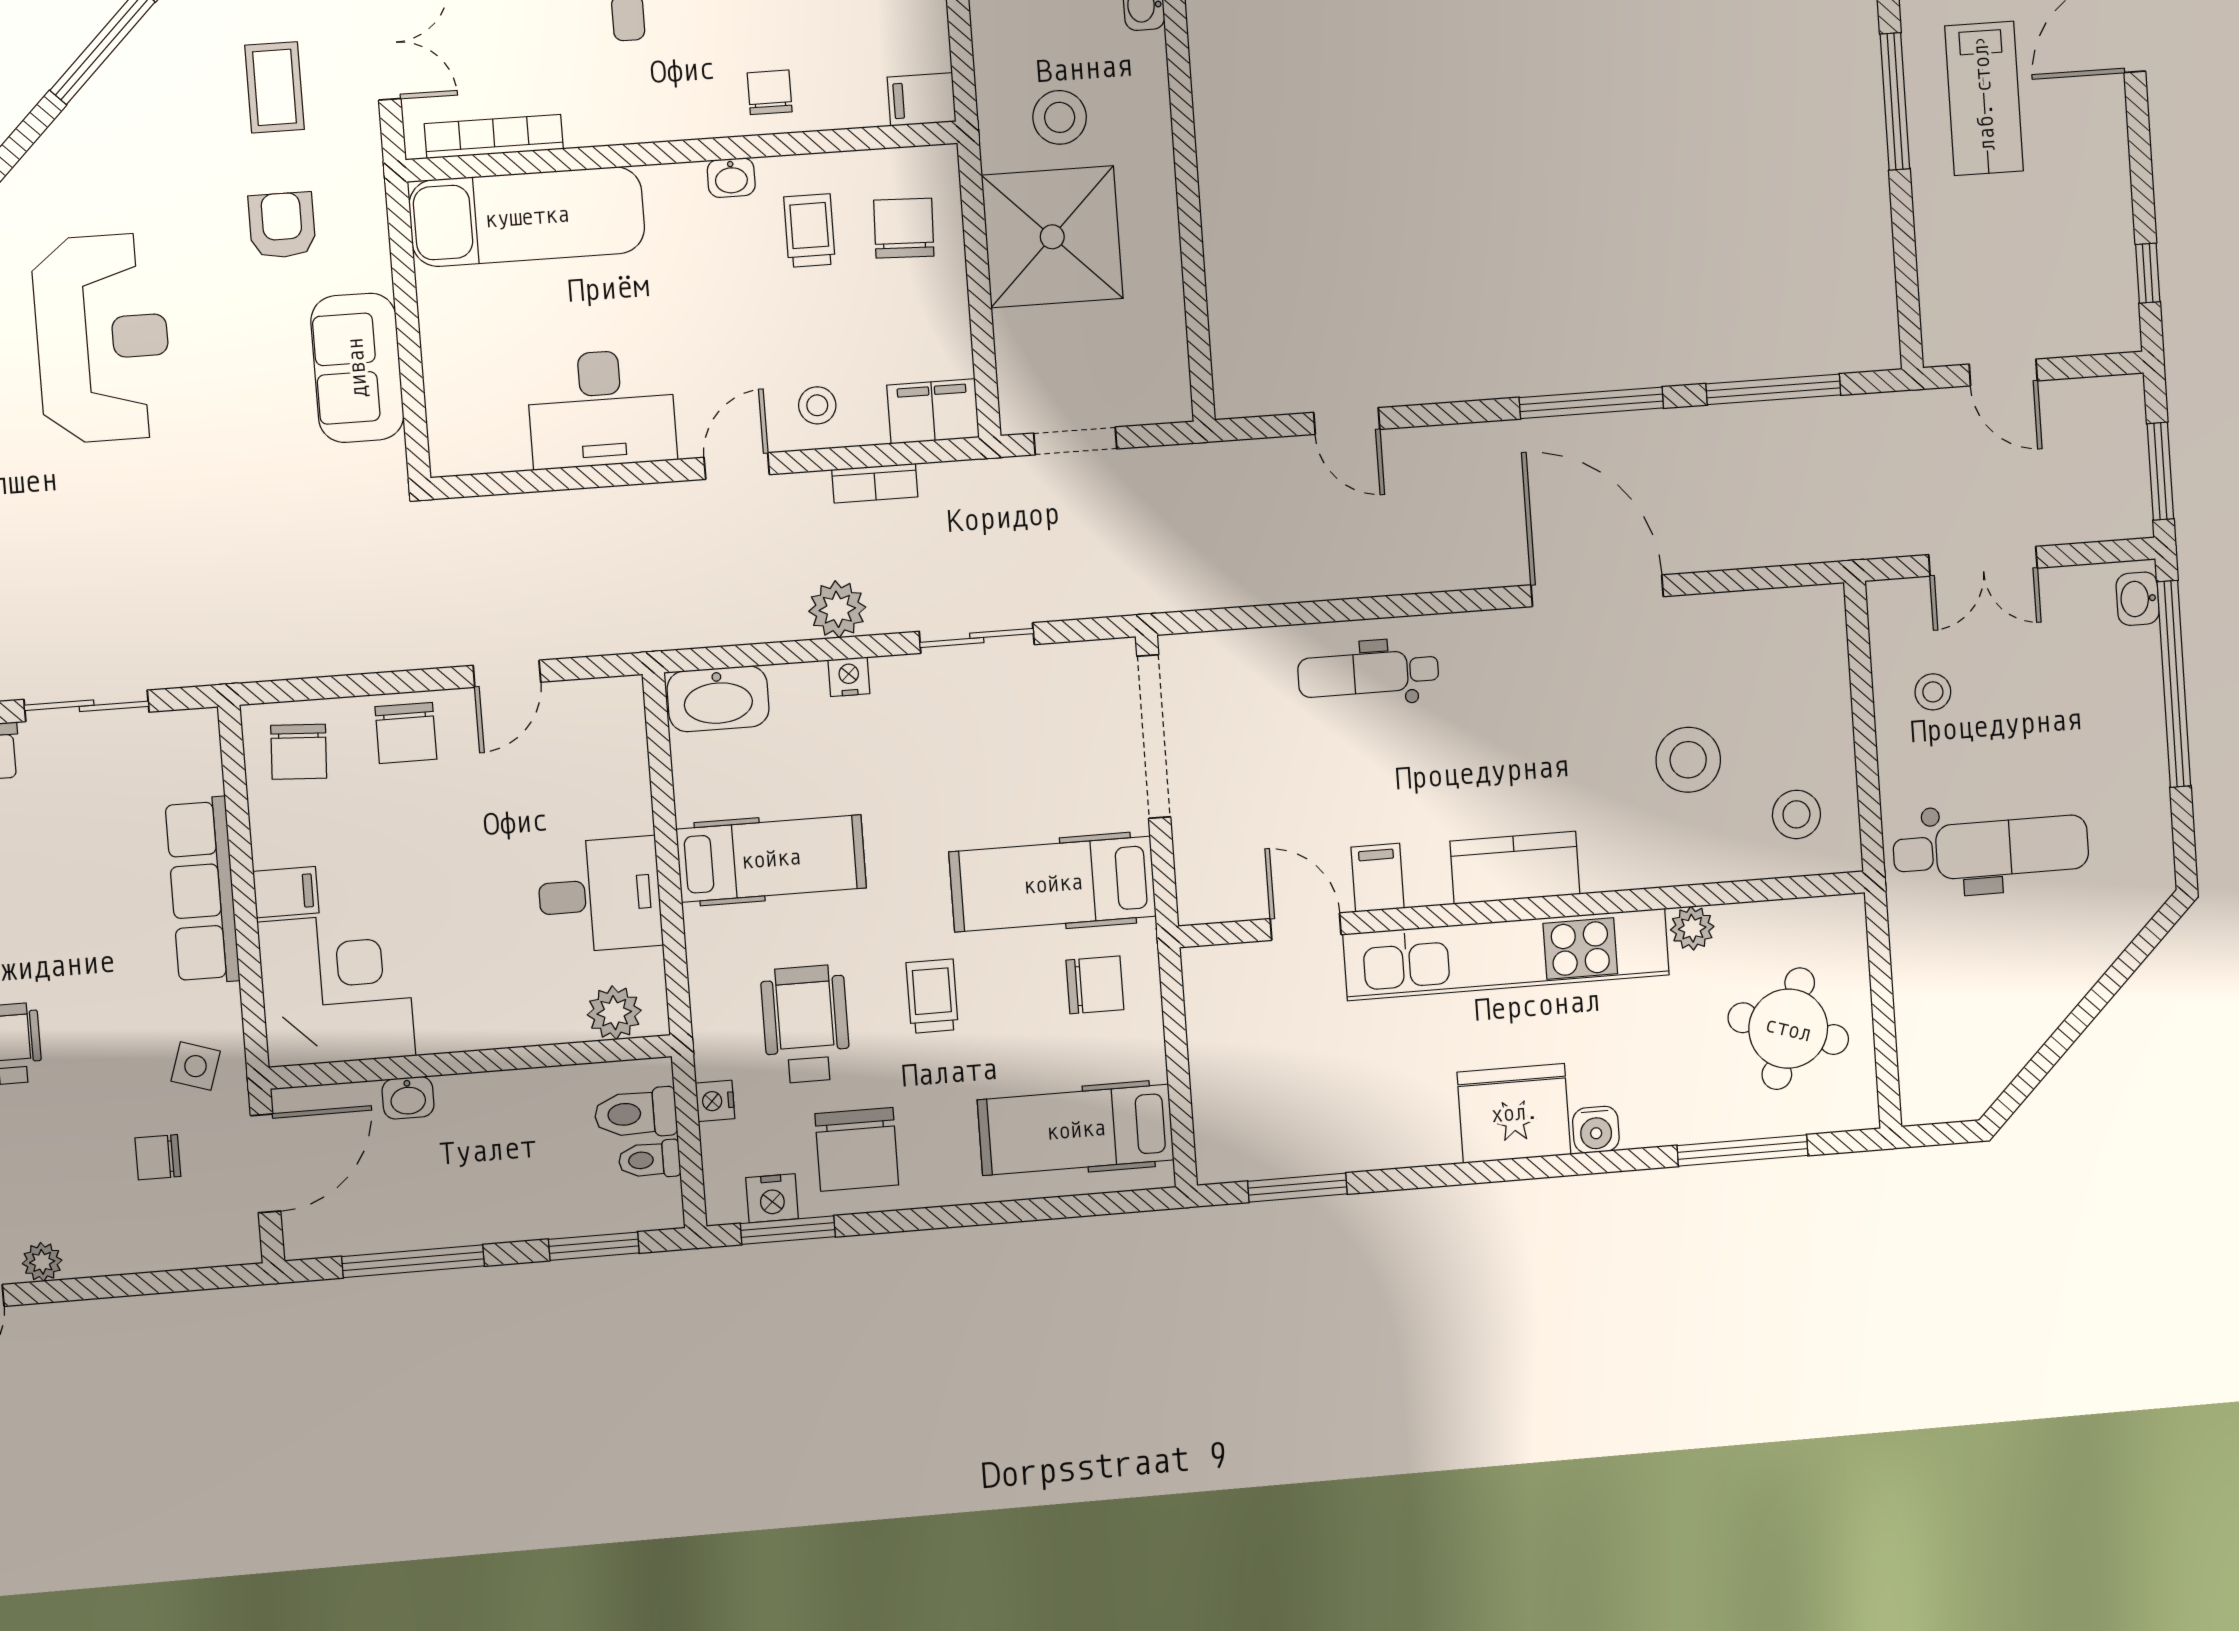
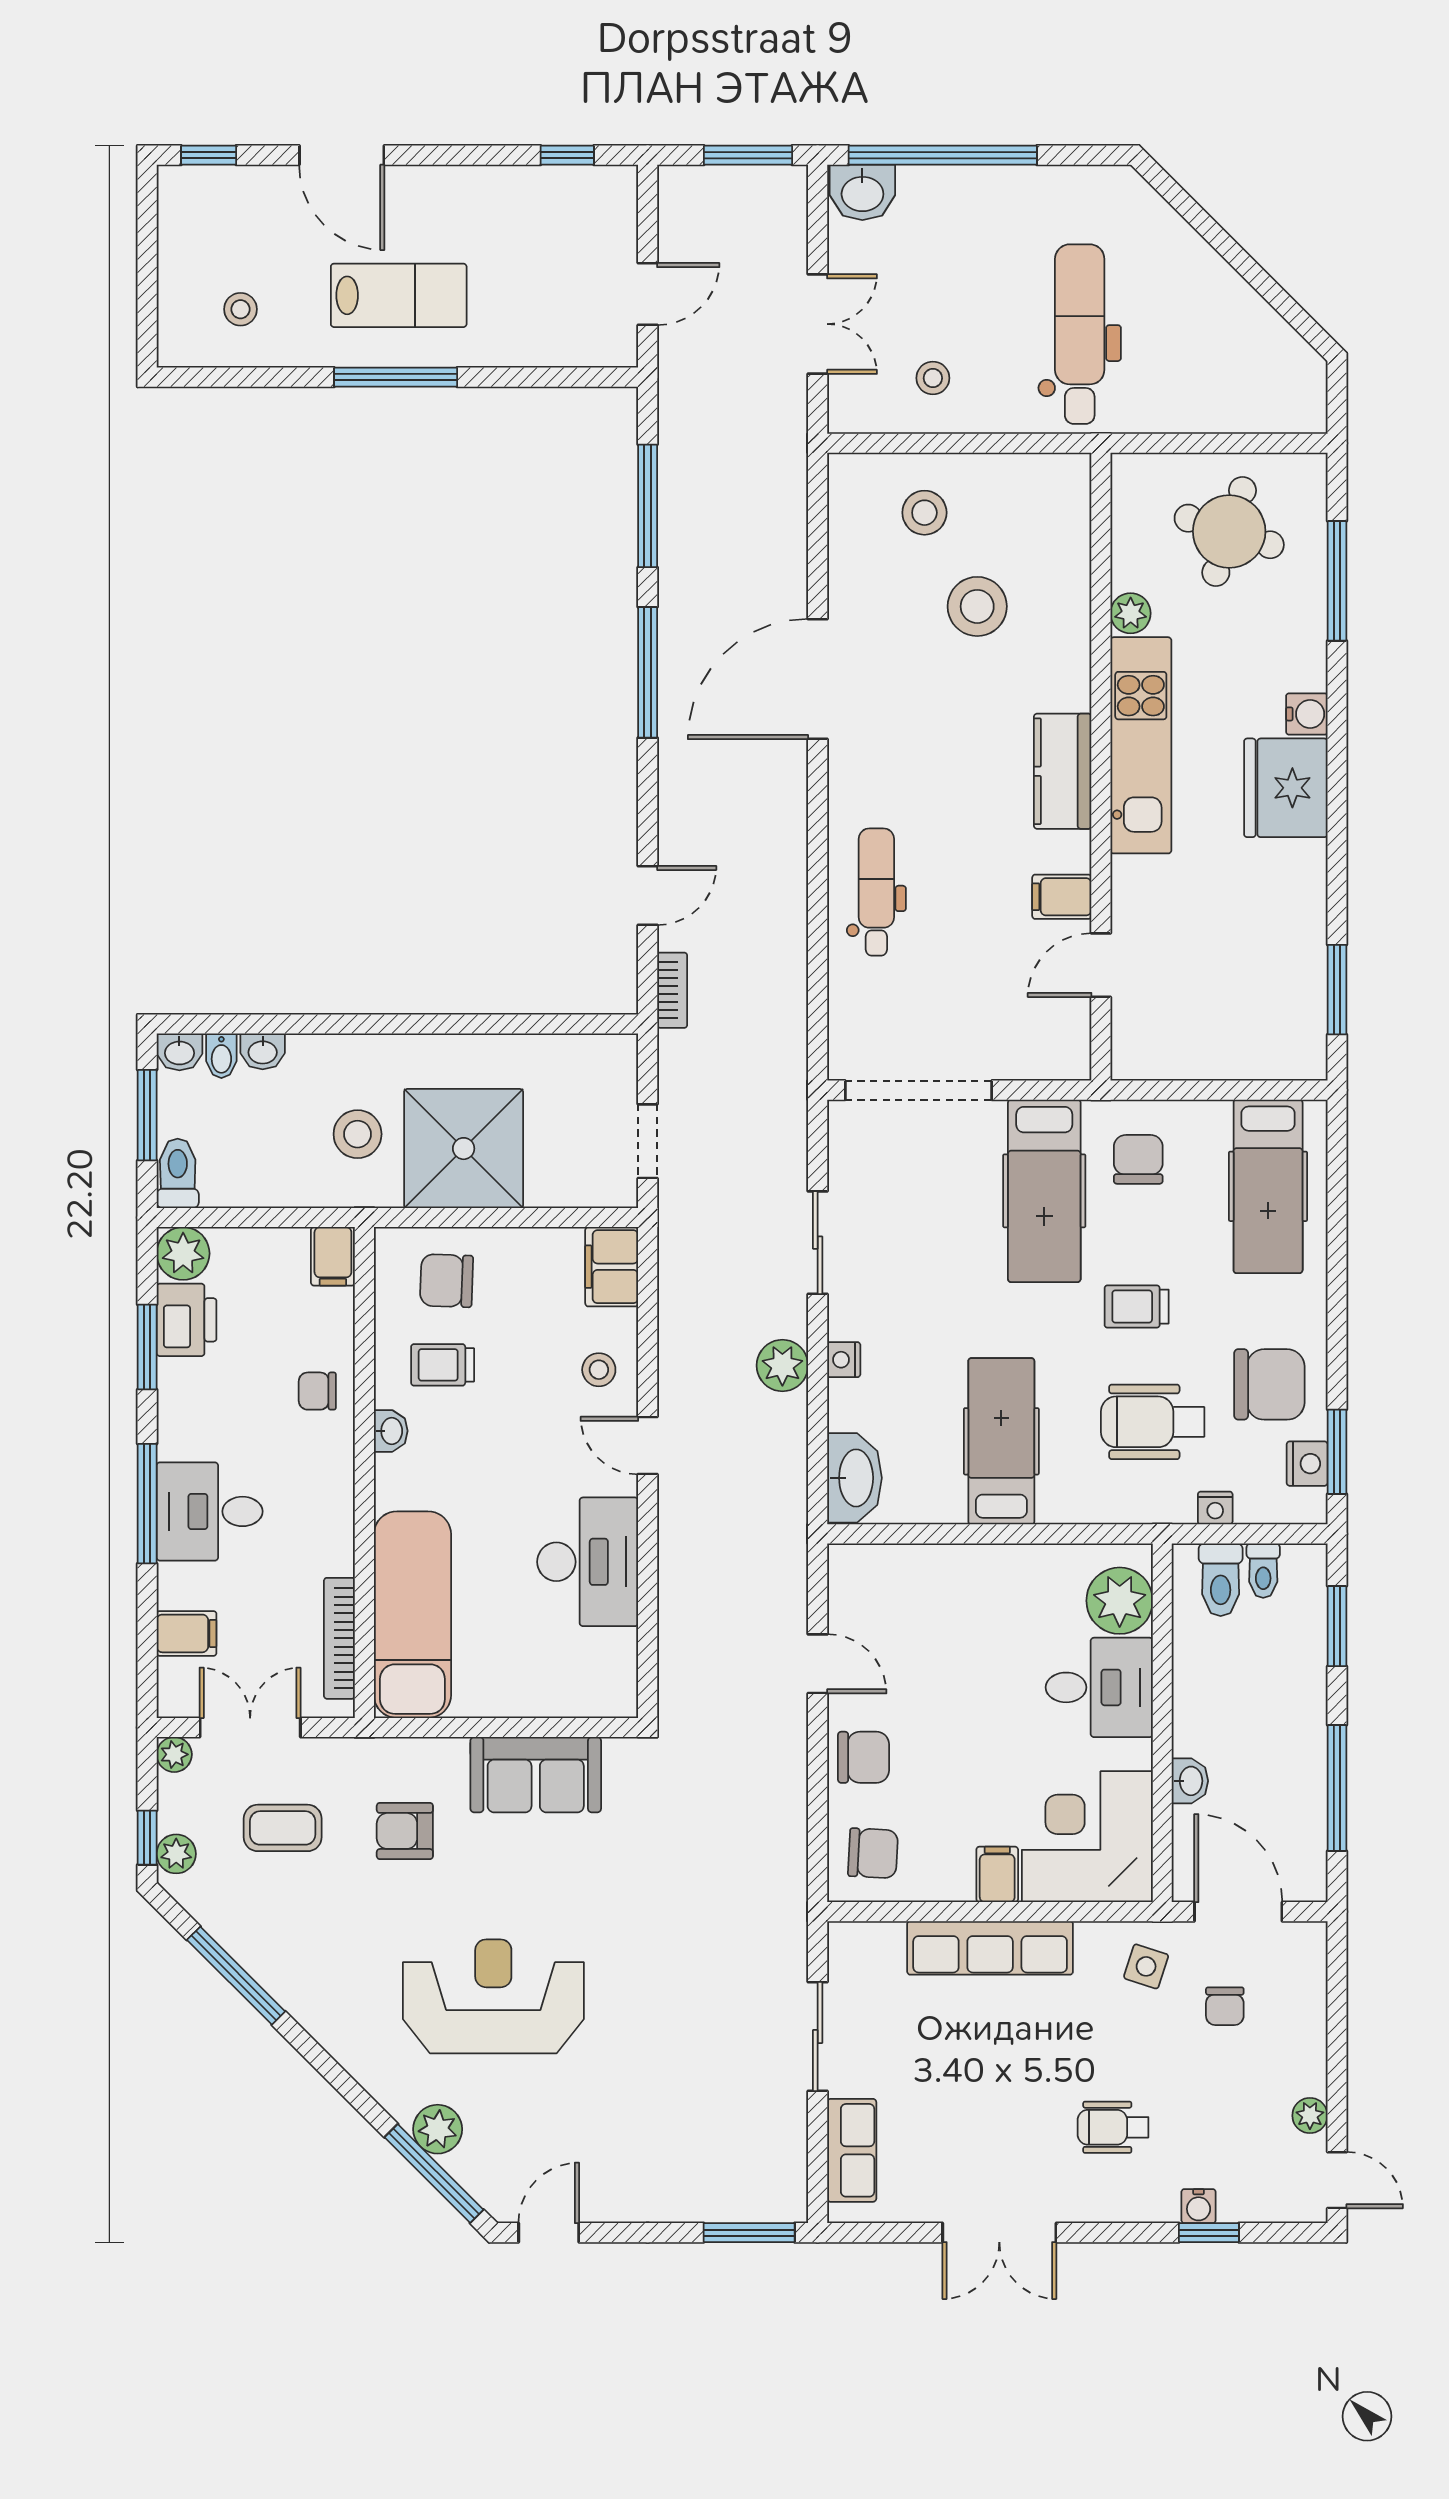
bookcase: (875, 483) -> (672, 990), moved
washbasin: (2138, 599) -> (862, 192), width x1.38, depth x1.45
dental chair: (1368, 673) -> (876, 892), turned 180
stool: (1796, 814) -> (924, 513), moved
desk: (599, 895) -> (1099, 1687), moved, turned 90
kitchen unit: (1506, 955) -> (1141, 745), width x0.73
plant: (614, 1013) -> (1120, 1601), width x1.36, depth x1.36

